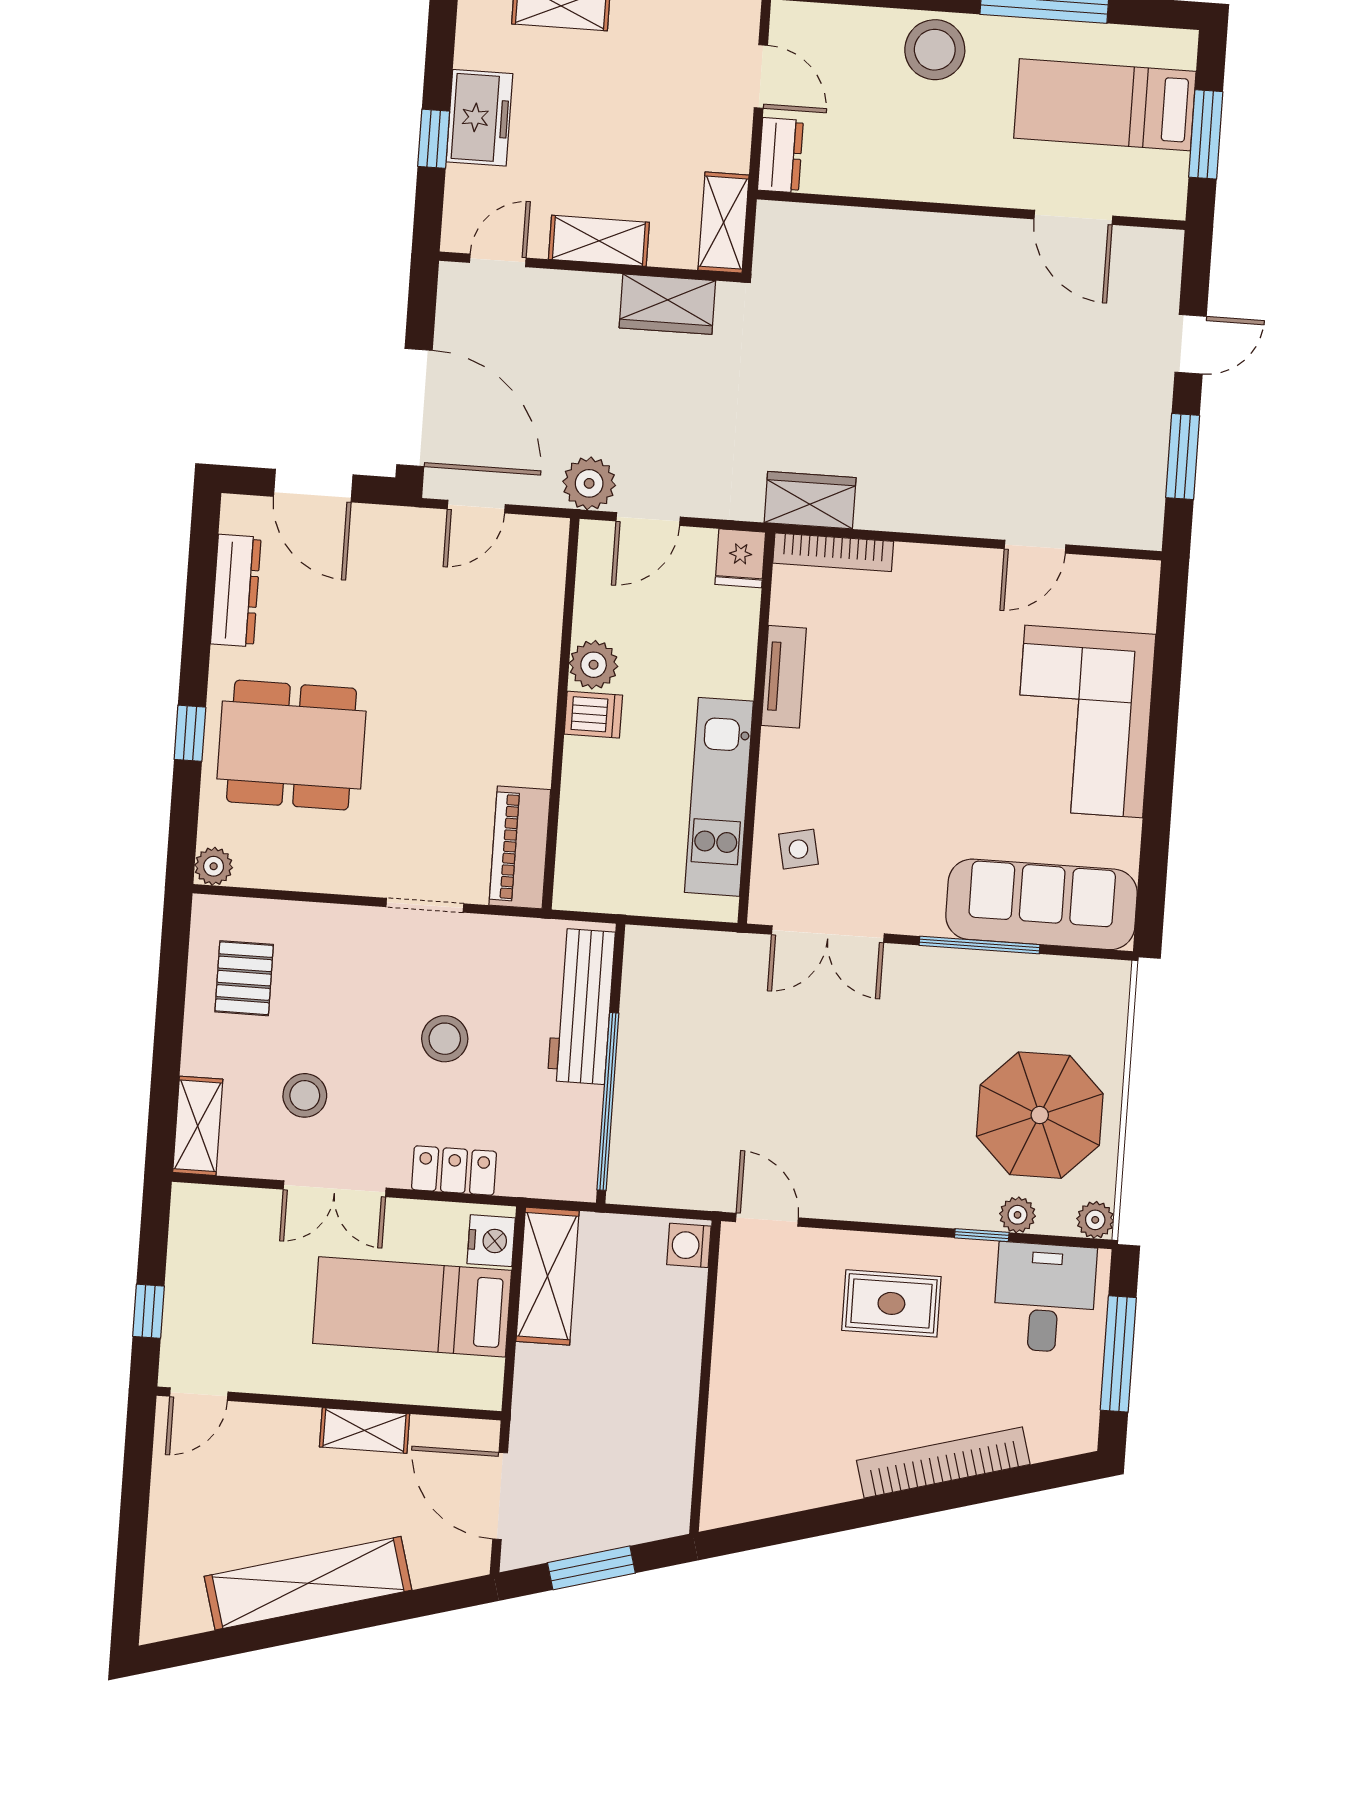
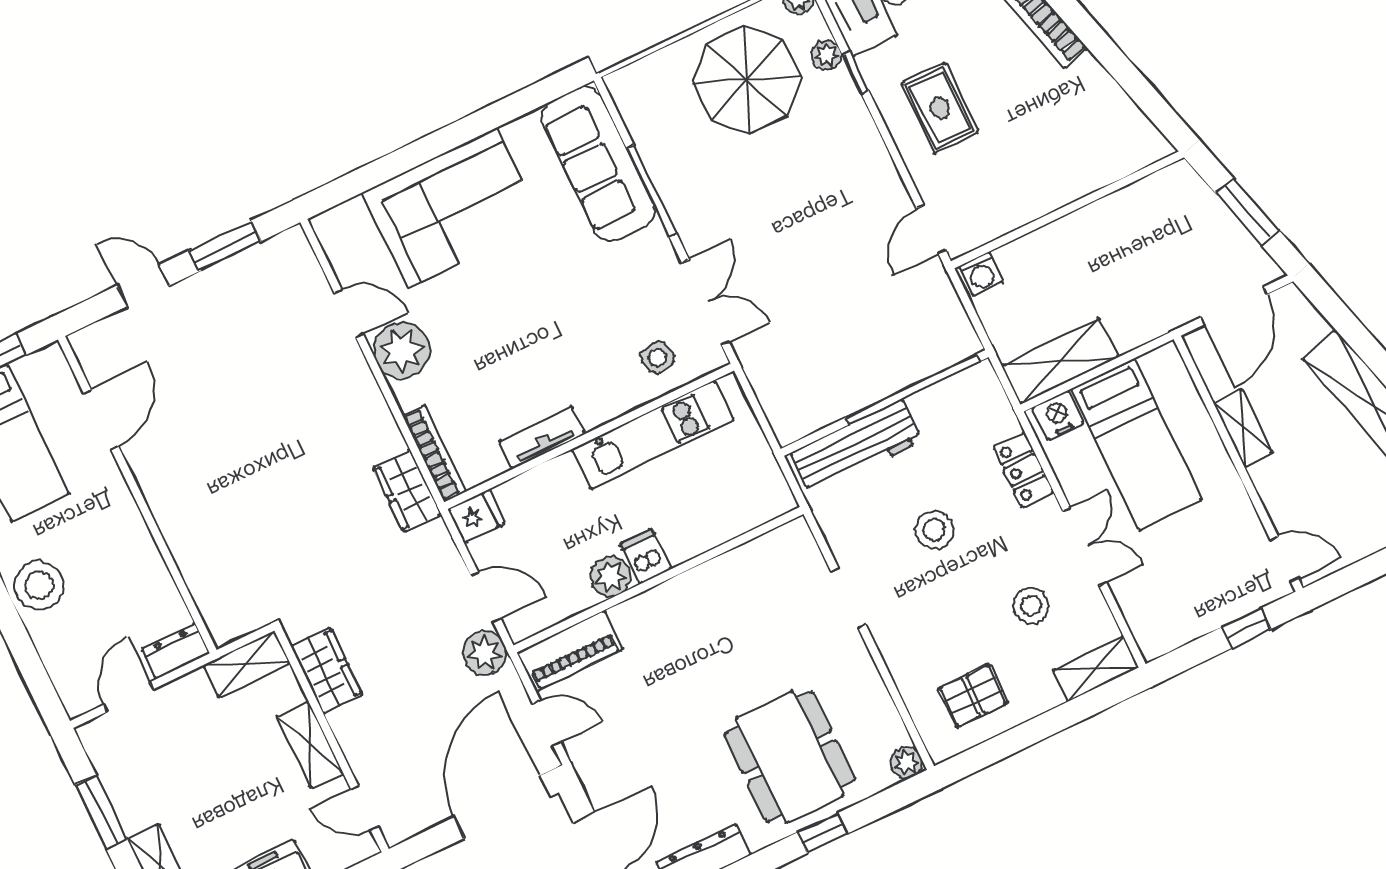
plant: (963, 581) -> (402, 350), added
piano: (520, 847) -> (570, 651), moved

